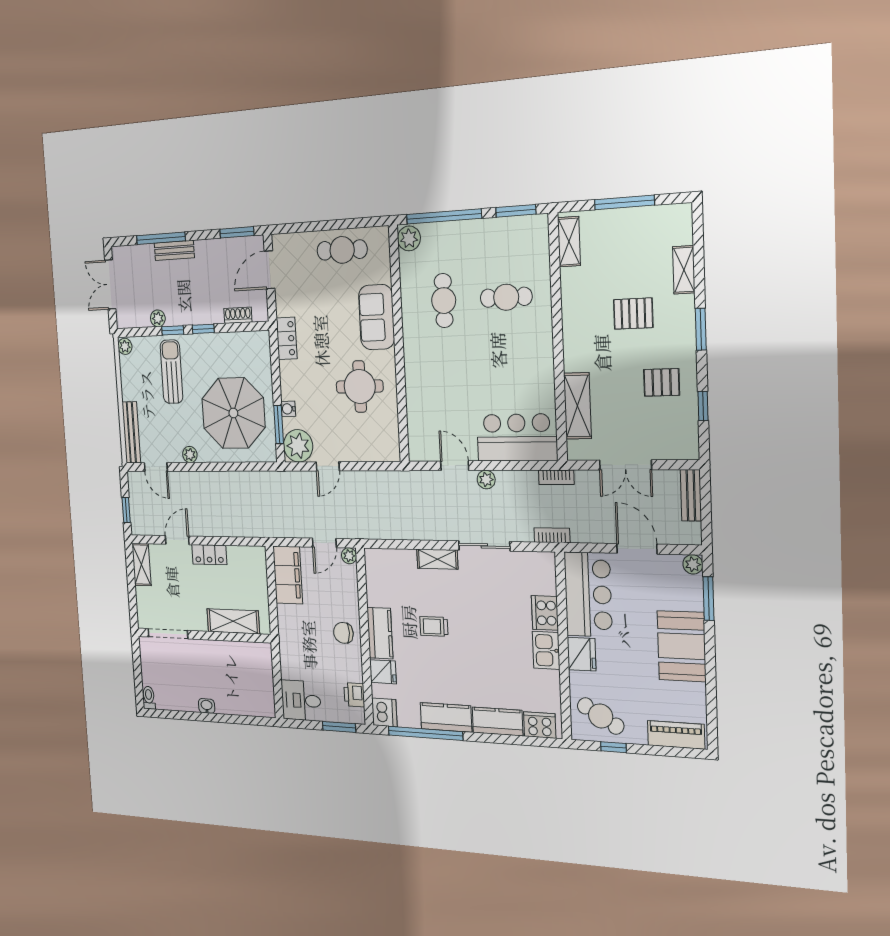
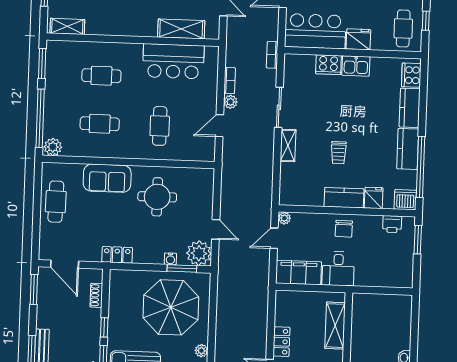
cafe table: (506, 297) -> (101, 76), turned 90
cafe table: (448, 384) -> (160, 126), added
bar counter: (517, 438) -> (173, 61), moved, turned -90
bookcase: (556, 477) -> (230, 80), moved
door: (324, 543) -> (274, 238), swing flipped
desk: (301, 700) -> (338, 269), moved
cafe table: (601, 716) -> (403, 28), turned -31

